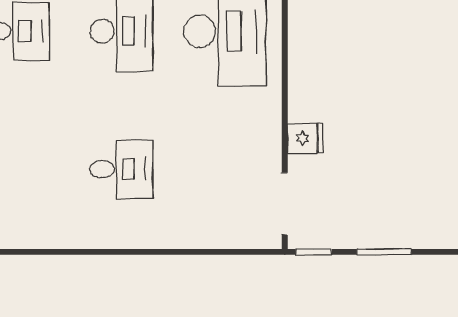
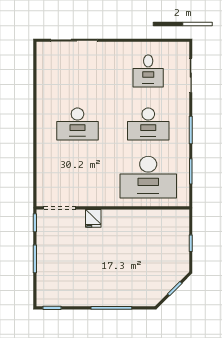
desk: (122, 169) -> (77, 124), width x1.37

